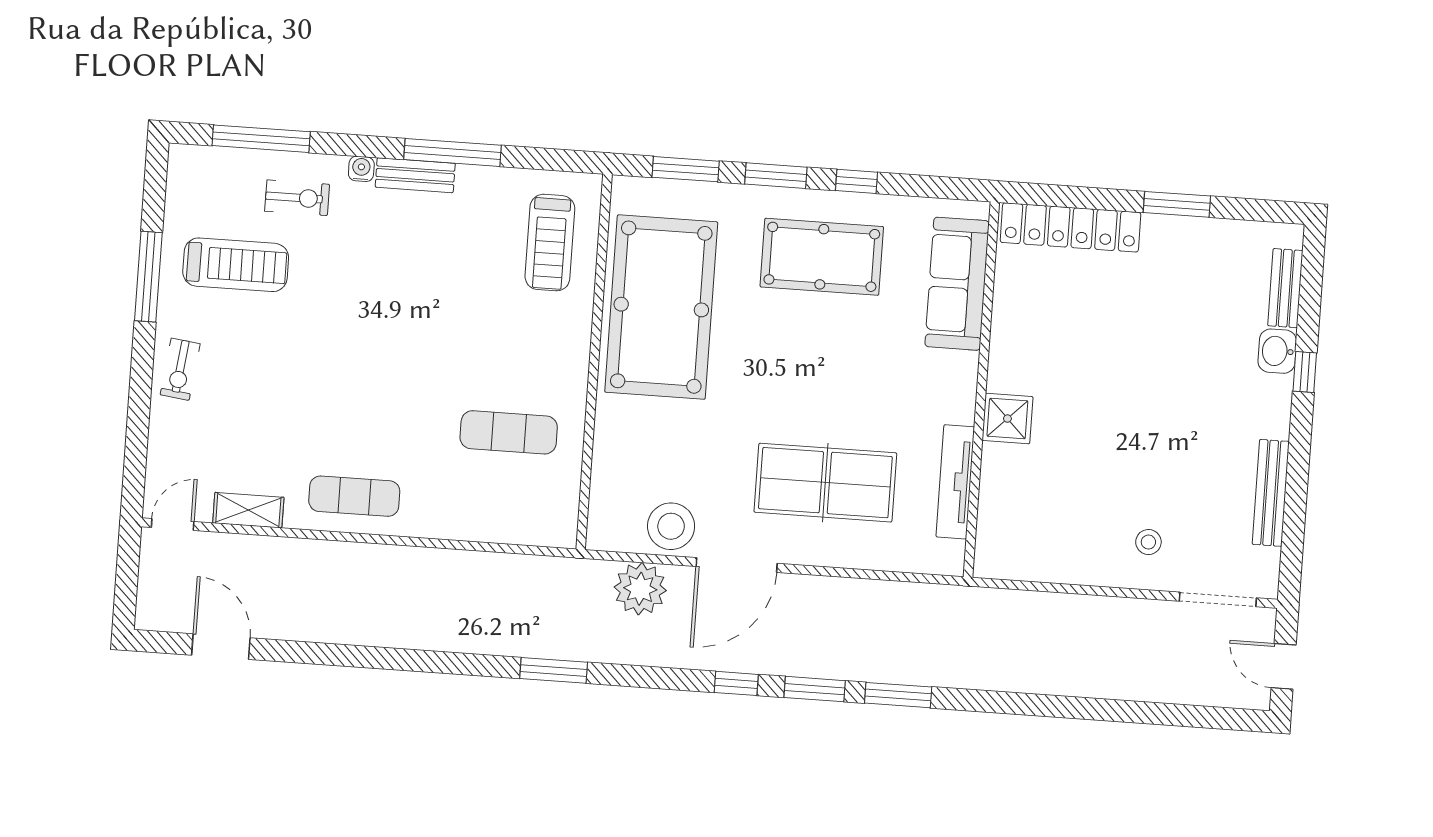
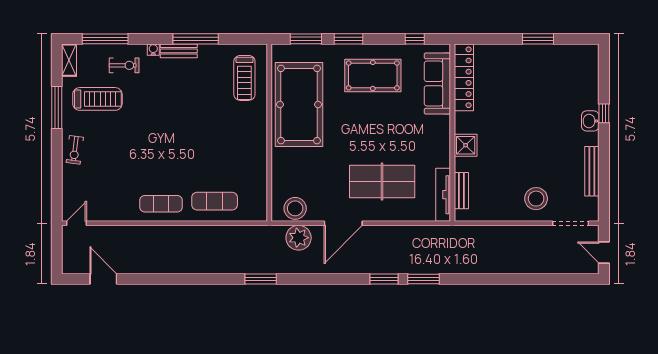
window: (857, 181) -> (415, 39), moved
locker: (1070, 227) -> (464, 77), moved, turned -90
bench: (1285, 288) -> (461, 191), moved
washbasin: (1277, 351) -> (590, 121), moved
exercise mat: (509, 432) -> (215, 201), moved
tv unit: (955, 482) -> (443, 195), moved
shelving: (248, 510) -> (69, 60), moved, turned 90
stool: (671, 526) -> (295, 208), moved
stool: (1148, 542) -> (536, 199), width x1.89, depth x1.89
window: (736, 683) -> (347, 279), removed

